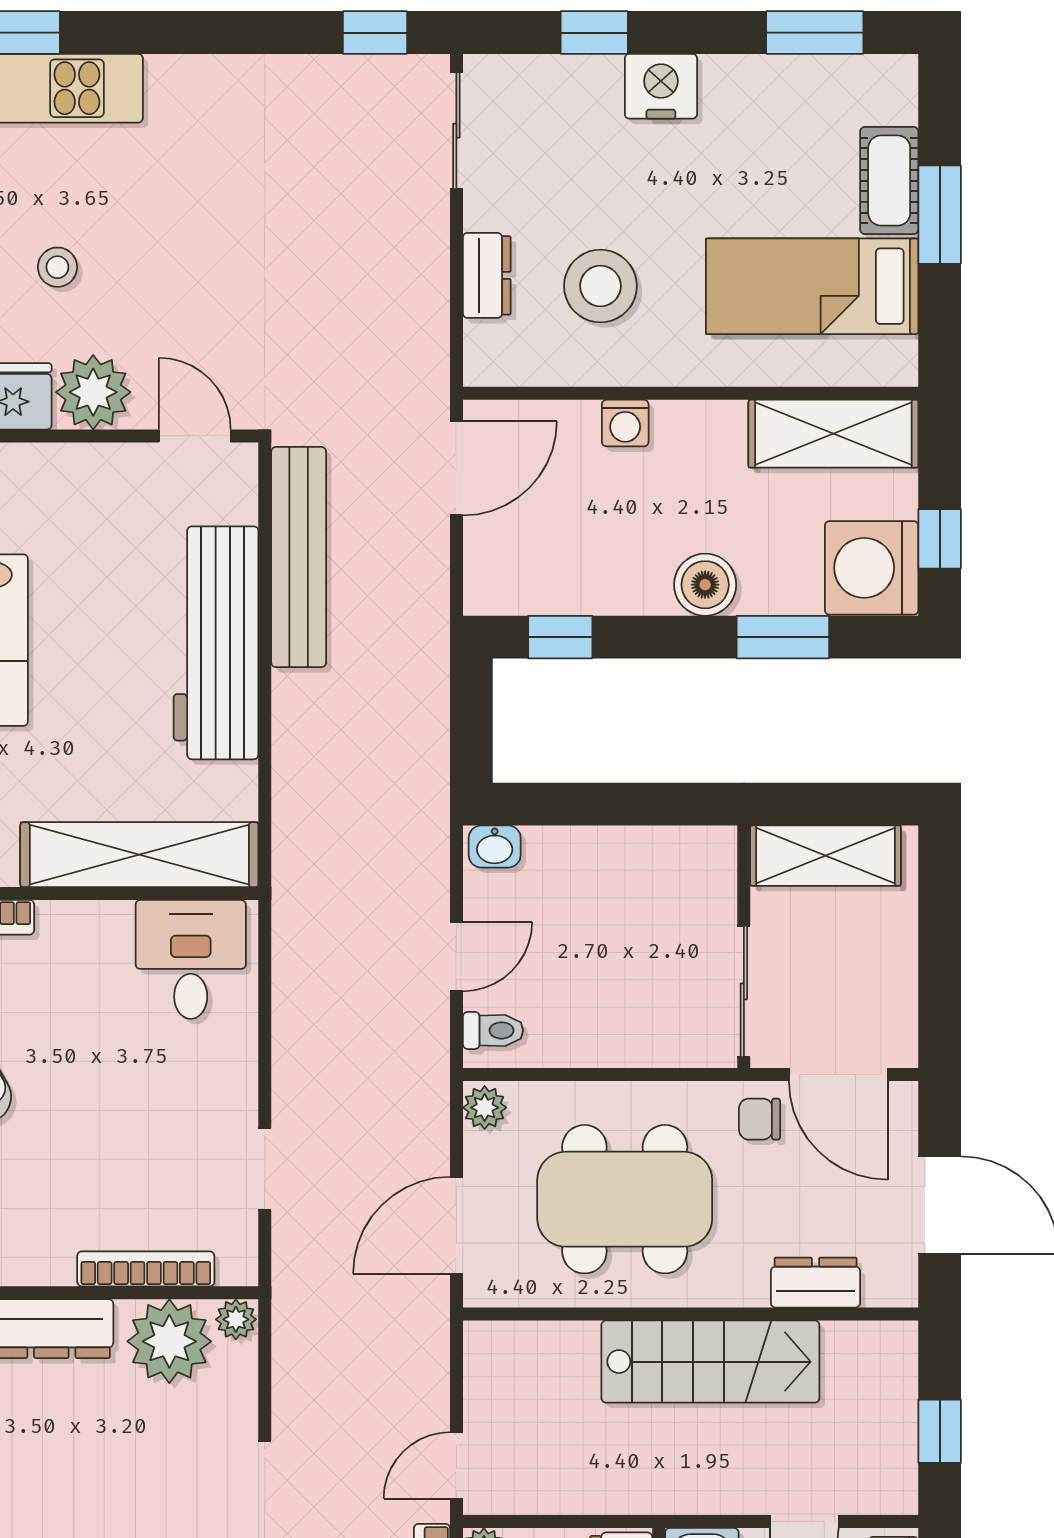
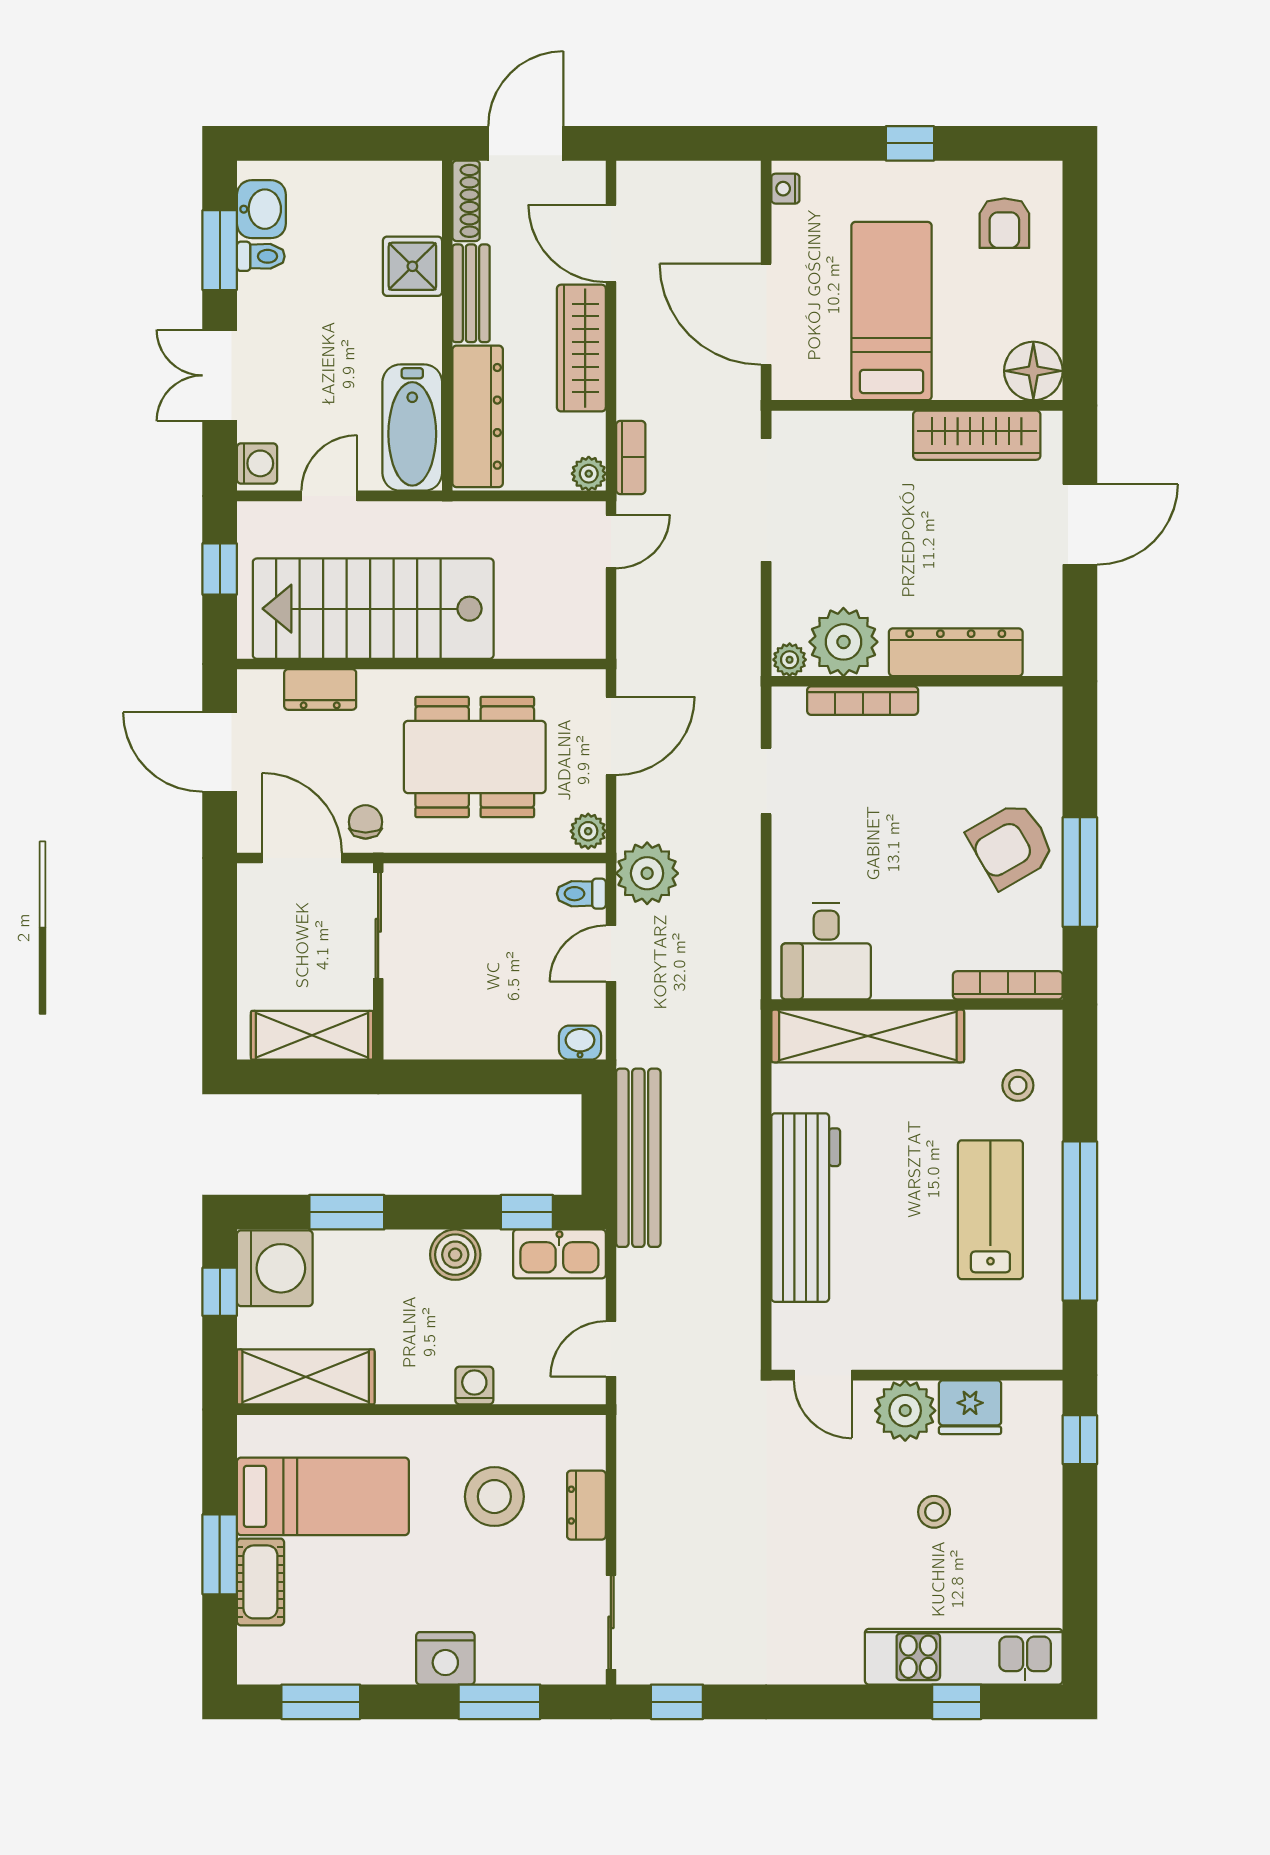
window: (594, 33) -> (499, 1702), width x1.50
door: (456, 468) -> (611, 1349), width x0.73
bench: (299, 557) -> (638, 1158), moved
boiler: (705, 585) -> (455, 1255), moved
kitchen sink: (520, 586) -> (559, 1254), added
plant: (412, 1056) -> (647, 873), added
chair: (760, 1119) -> (366, 822), turned -90
stairs: (710, 1362) -> (373, 609), width x1.36, depth x1.51

